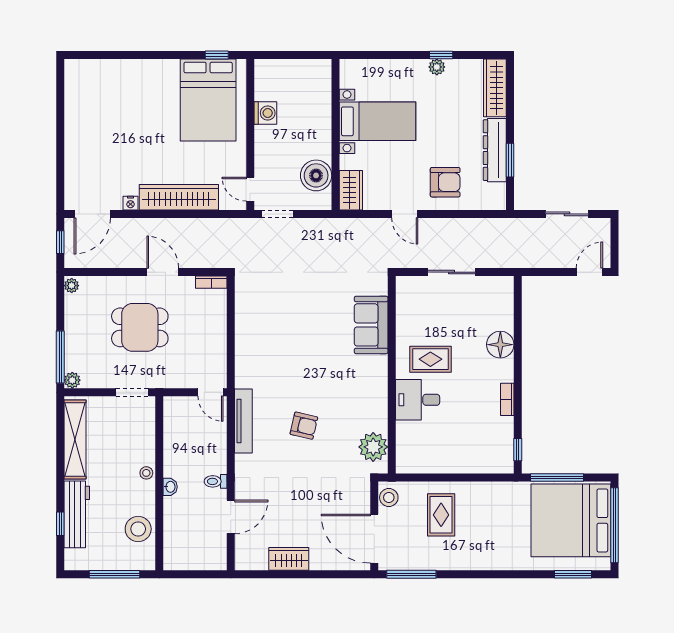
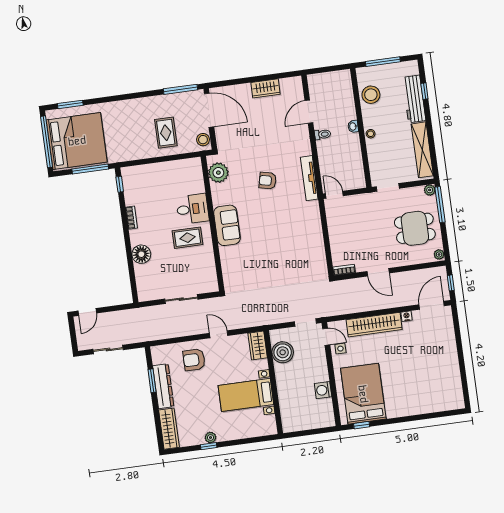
side table: (232, 169) -> (340, 349), added
sofa: (371, 325) -> (227, 225), moved
dining table: (140, 327) -> (415, 228), moved

